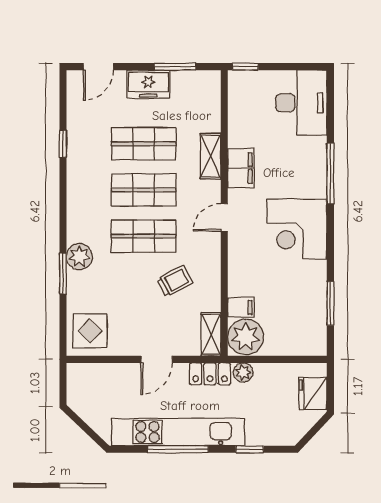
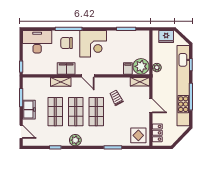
chair: (298, 169) -> (67, 43), added
plant: (79, 257) -> (75, 140), moved
locker: (210, 374) -> (157, 133), moved
kitchen unit: (178, 432) -> (183, 86), width x1.36

